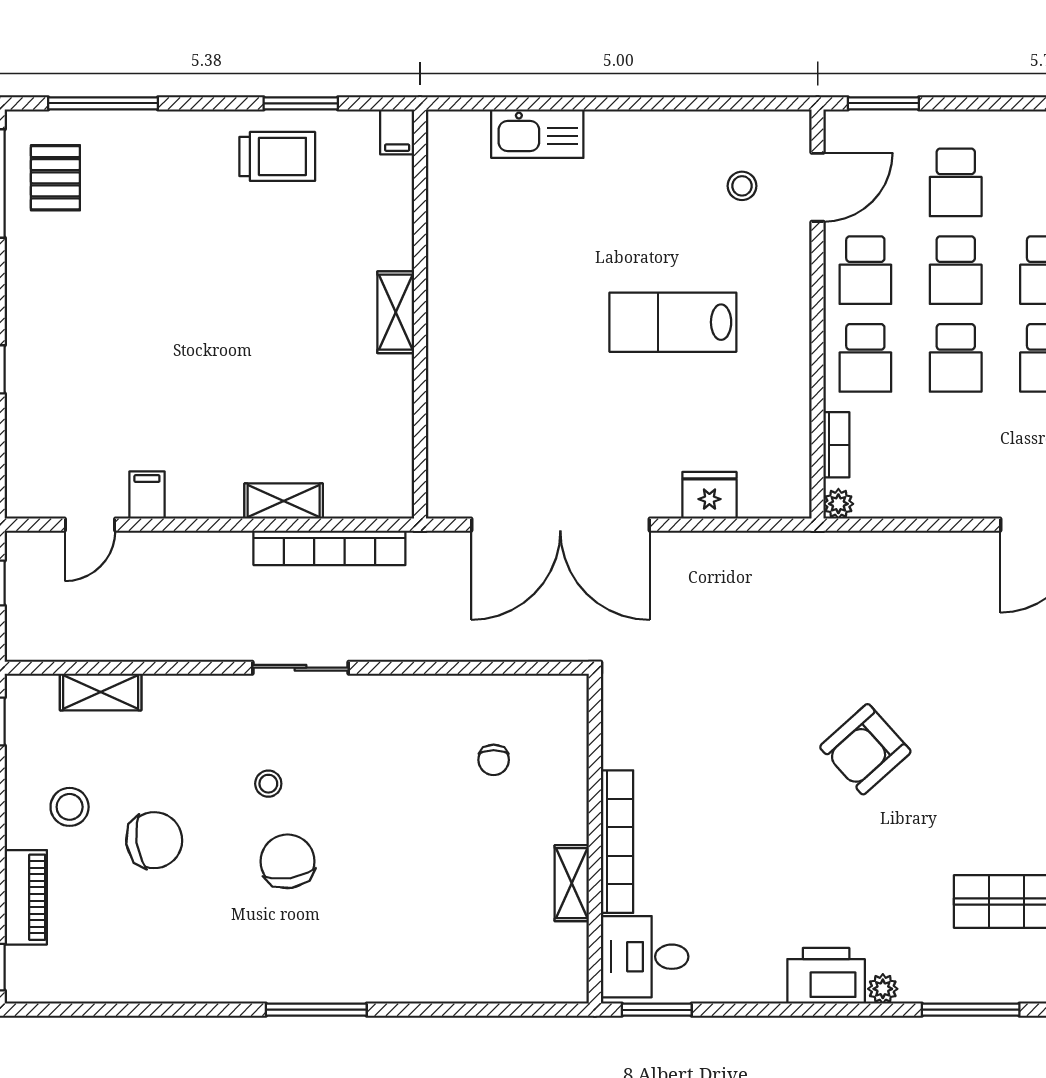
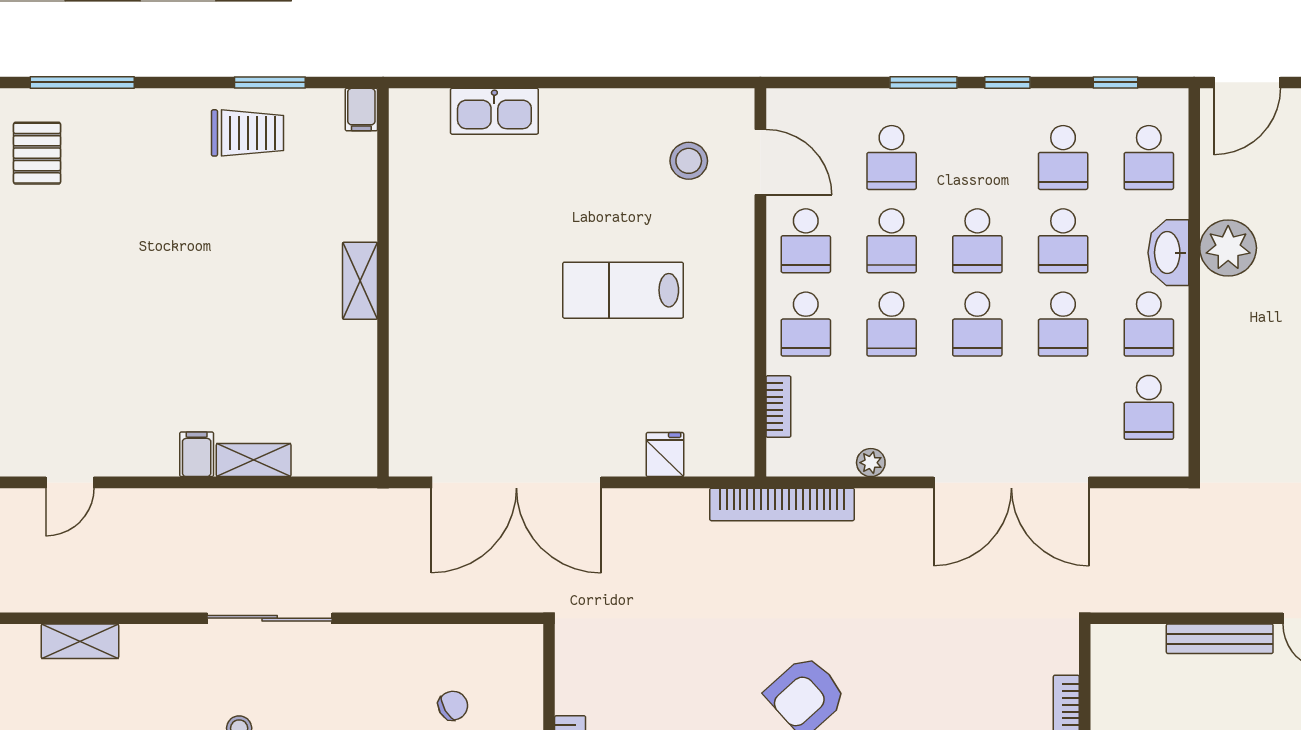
window: (883, 103) -> (923, 82), moved
stool: (742, 186) -> (689, 161), width x1.37, depth x1.37
door: (817, 187) -> (760, 162), hinge flipped
filing cabinet: (147, 495) -> (197, 454), moved
fridge: (709, 495) -> (665, 455), width x0.72
plant: (838, 504) -> (871, 463), moved
bookcase: (329, 548) -> (782, 504), moved
sliding door: (300, 668) -> (270, 618), width x1.37
chair: (494, 760) -> (453, 706), turned -120

